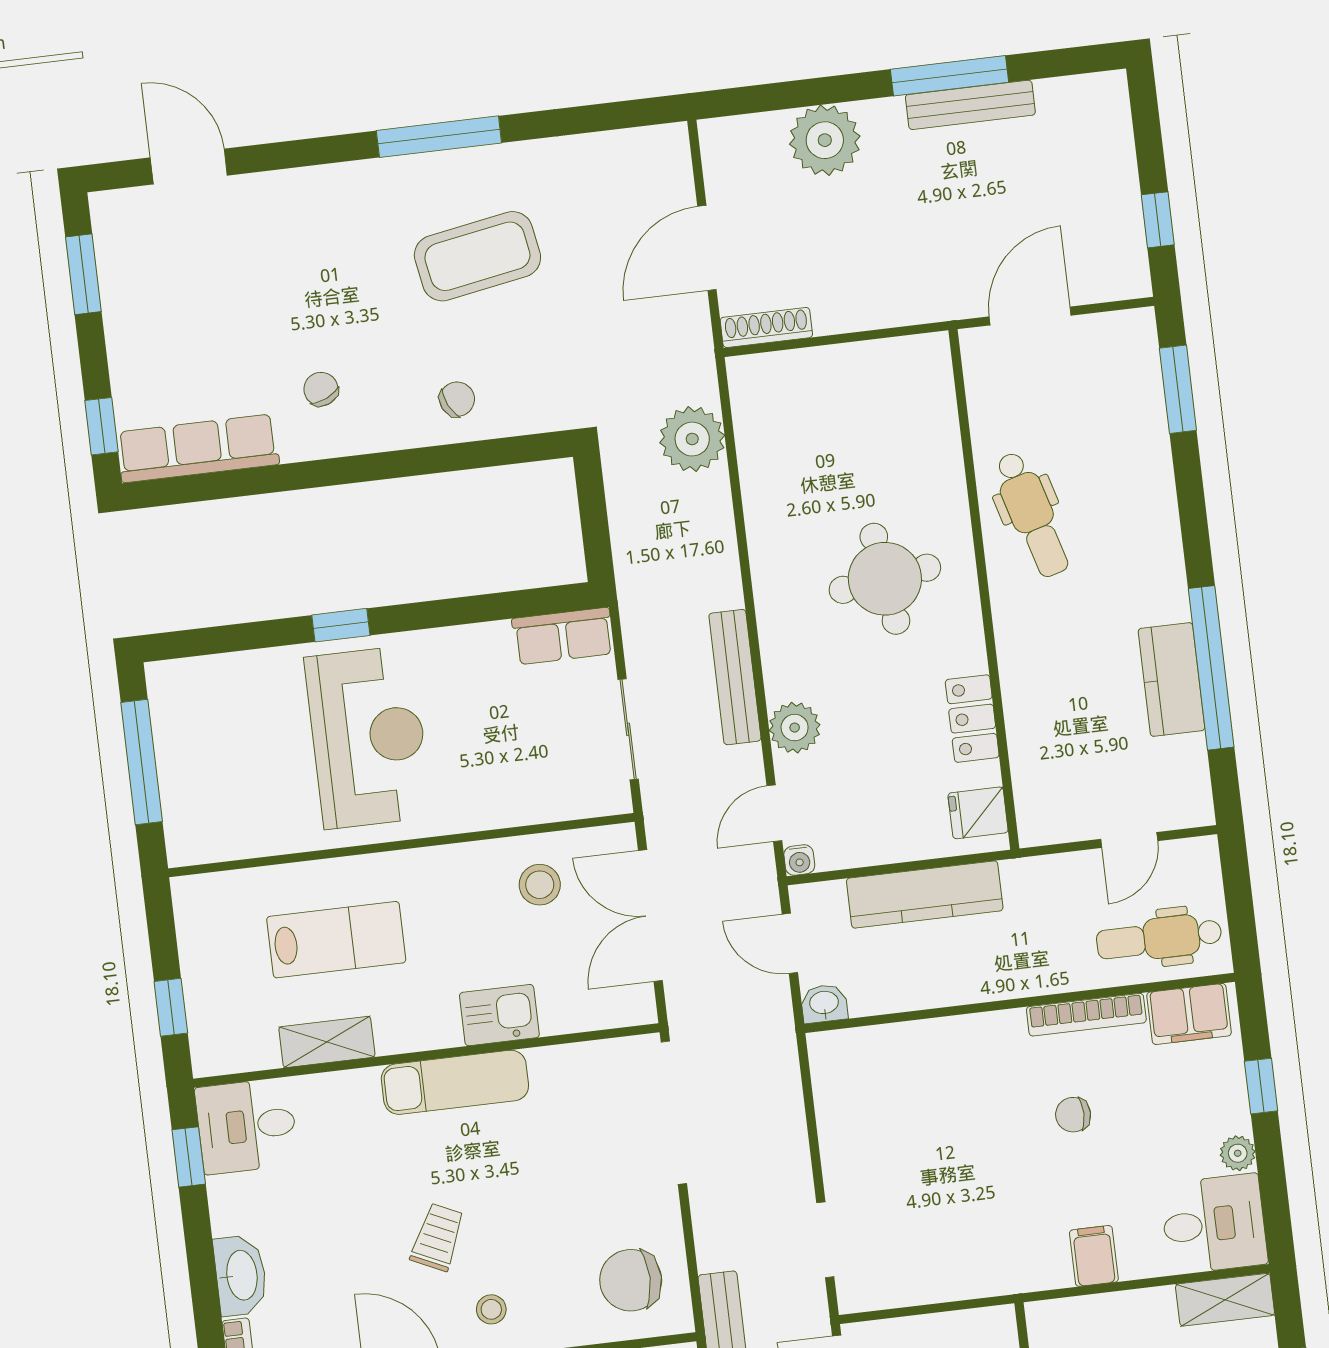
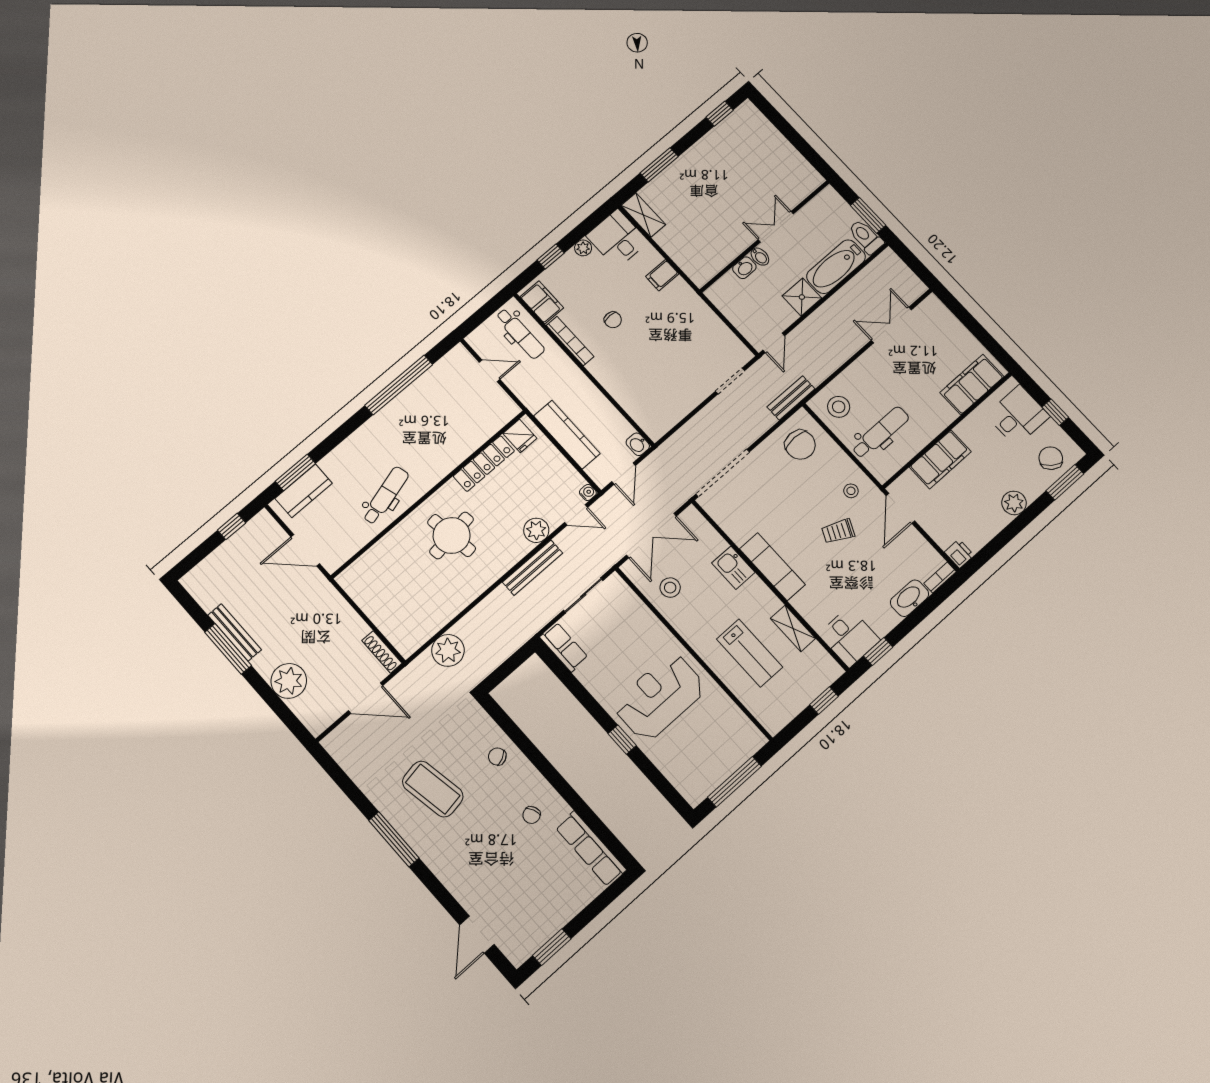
window: (102, 426) -> (609, 895), removed
kitchen counter: (1171, 679) -> (304, 491), moved
locker: (972, 719) -> (484, 464), width x1.53
lab bench: (336, 940) -> (750, 653), turned 180

